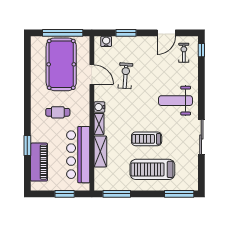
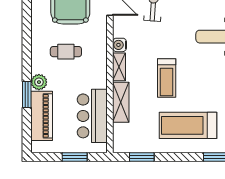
plant: (37, 136) -> (39, 82), added
treadmill: (147, 139) -> (167, 78), moved, turned -90
bar counter: (78, 155) -> (92, 116), width x0.73
window: (117, 194) -> (142, 157), width x0.69

